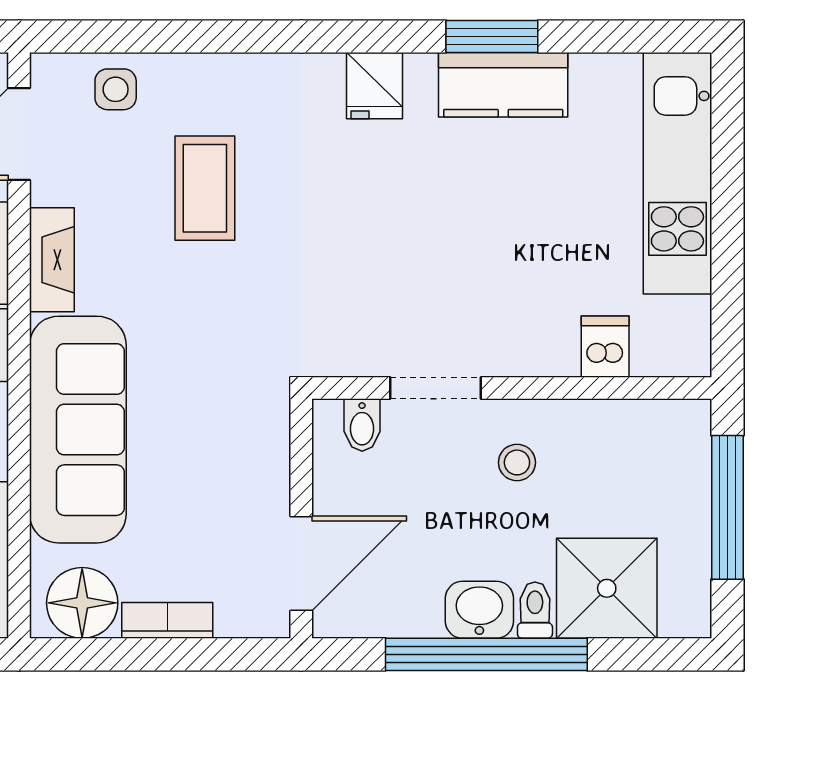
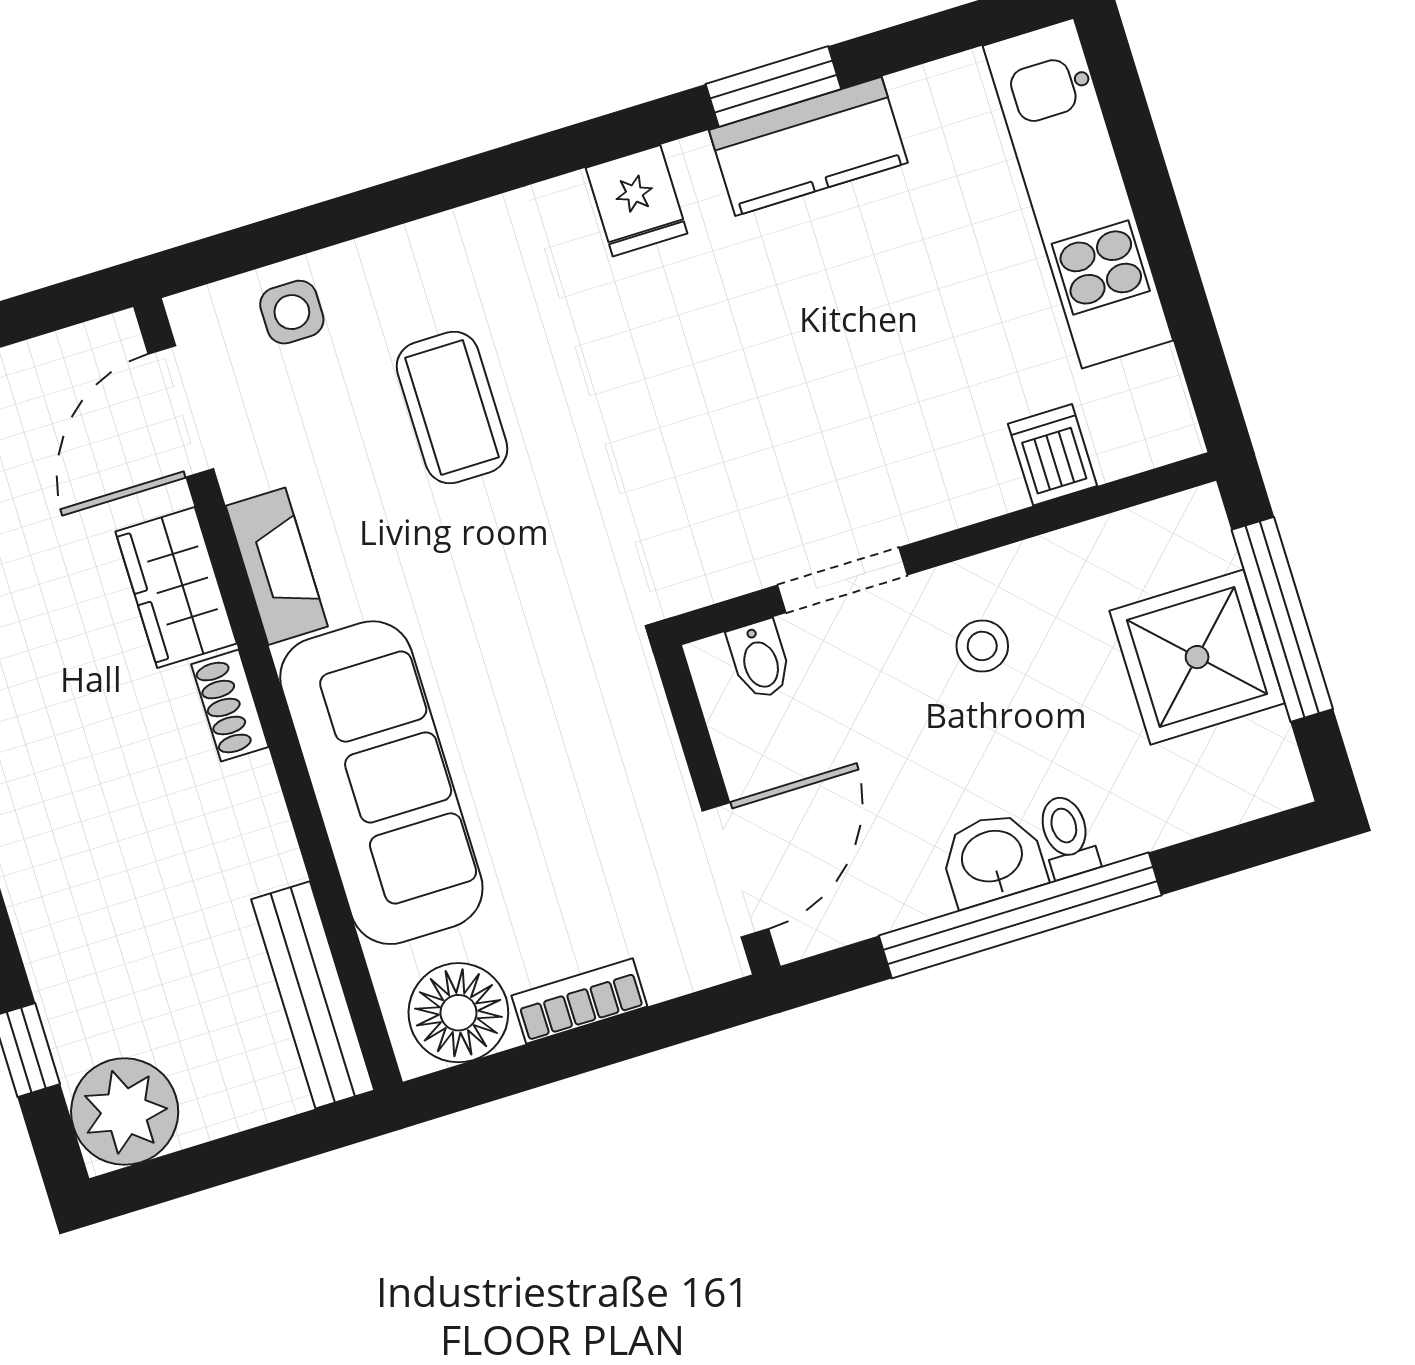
shower: (607, 588) -> (1197, 657), moved

